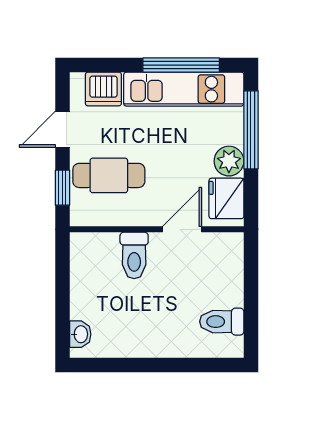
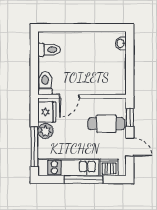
window: (181, 65) -> (83, 180), moved
door: (62, 129) -> (130, 147), hinge flipped
toilet: (134, 255) -> (45, 83), moved

